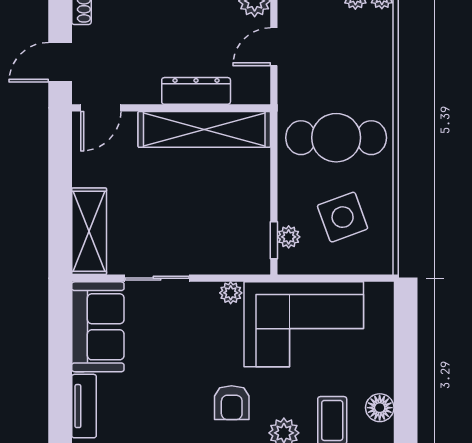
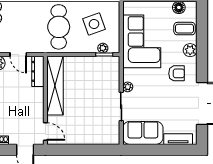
dresser: (196, 91) -> (38, 71), moved
shelving: (89, 231) -> (100, 137), removed
plant: (231, 293) -> (128, 87), moved

